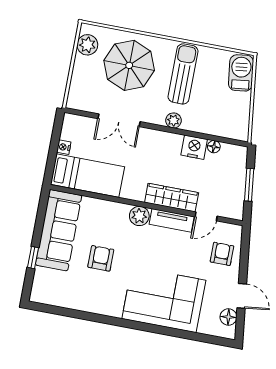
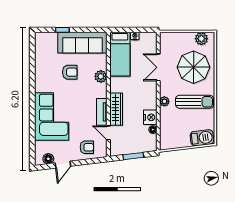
plant: (139, 216) -> (101, 76), moved

